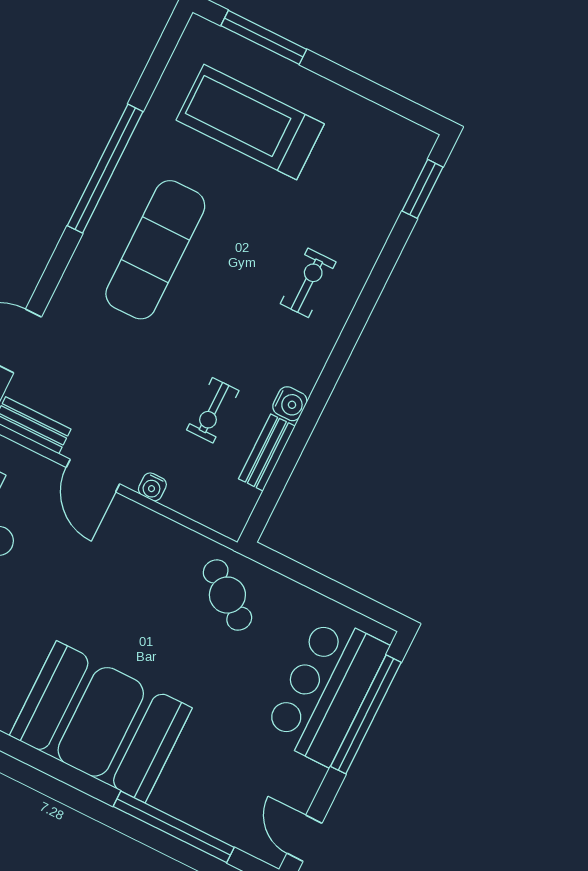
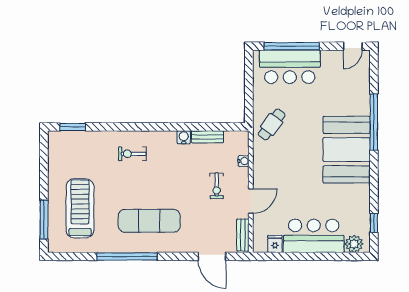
treadmill: (250, 122) -> (80, 208), turned 180
exercise bike: (213, 410) -> (217, 186), moved, turned 90
water cooler: (152, 487) -> (244, 161), moved
window: (174, 827) -> (374, 122), moved

